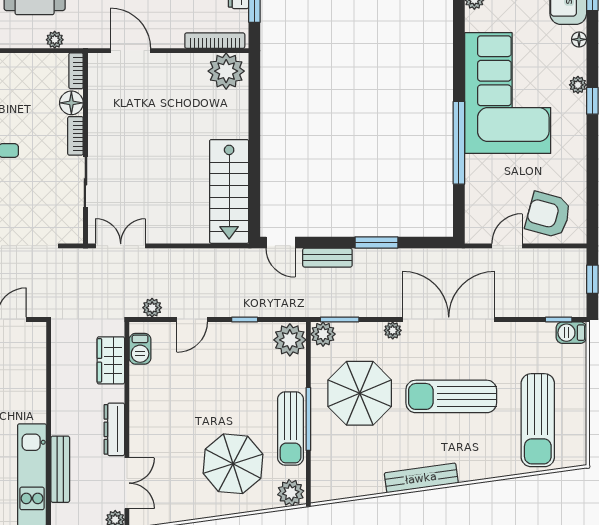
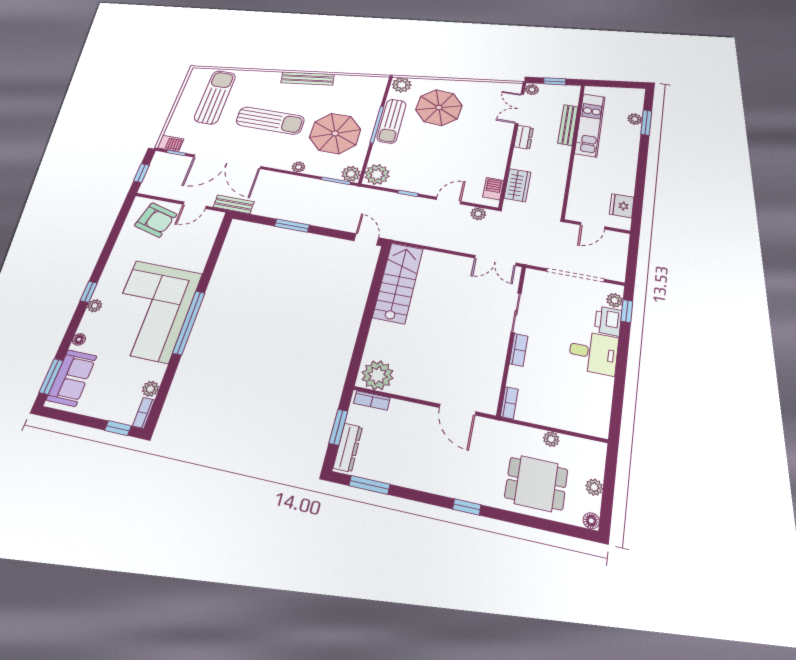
plant: (55, 40) -> (551, 439), moved
bookcase: (215, 41) -> (372, 400), width x0.64
floor lamp: (71, 103) -> (518, 377), removed
window: (459, 143) -> (189, 323), moved
bench: (327, 258) -> (234, 204), moved
double door: (449, 319) -> (227, 162), moved
sun lounger: (291, 428) -> (392, 121), turned 180
dresser: (114, 429) -> (524, 137), width x0.70

